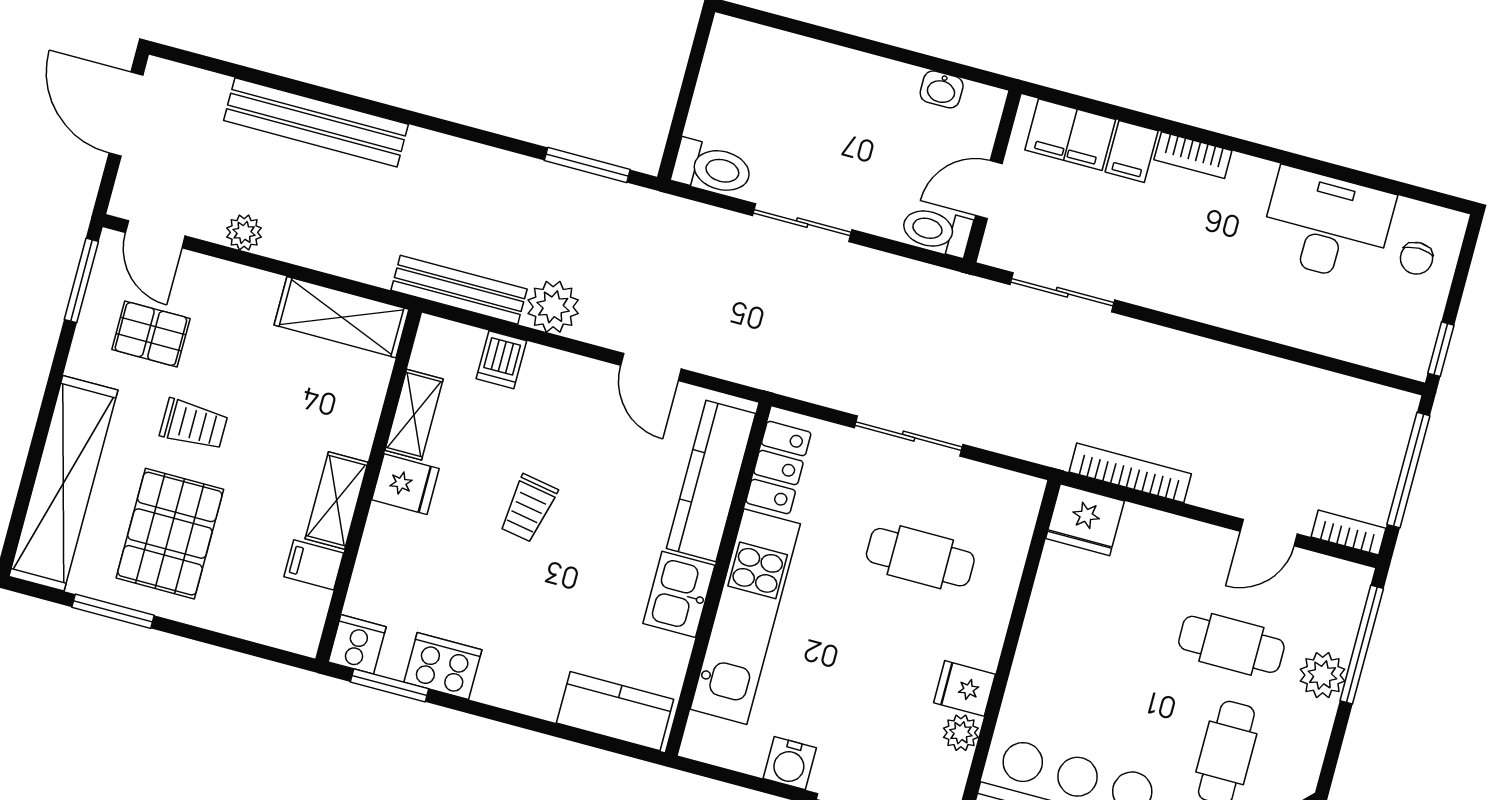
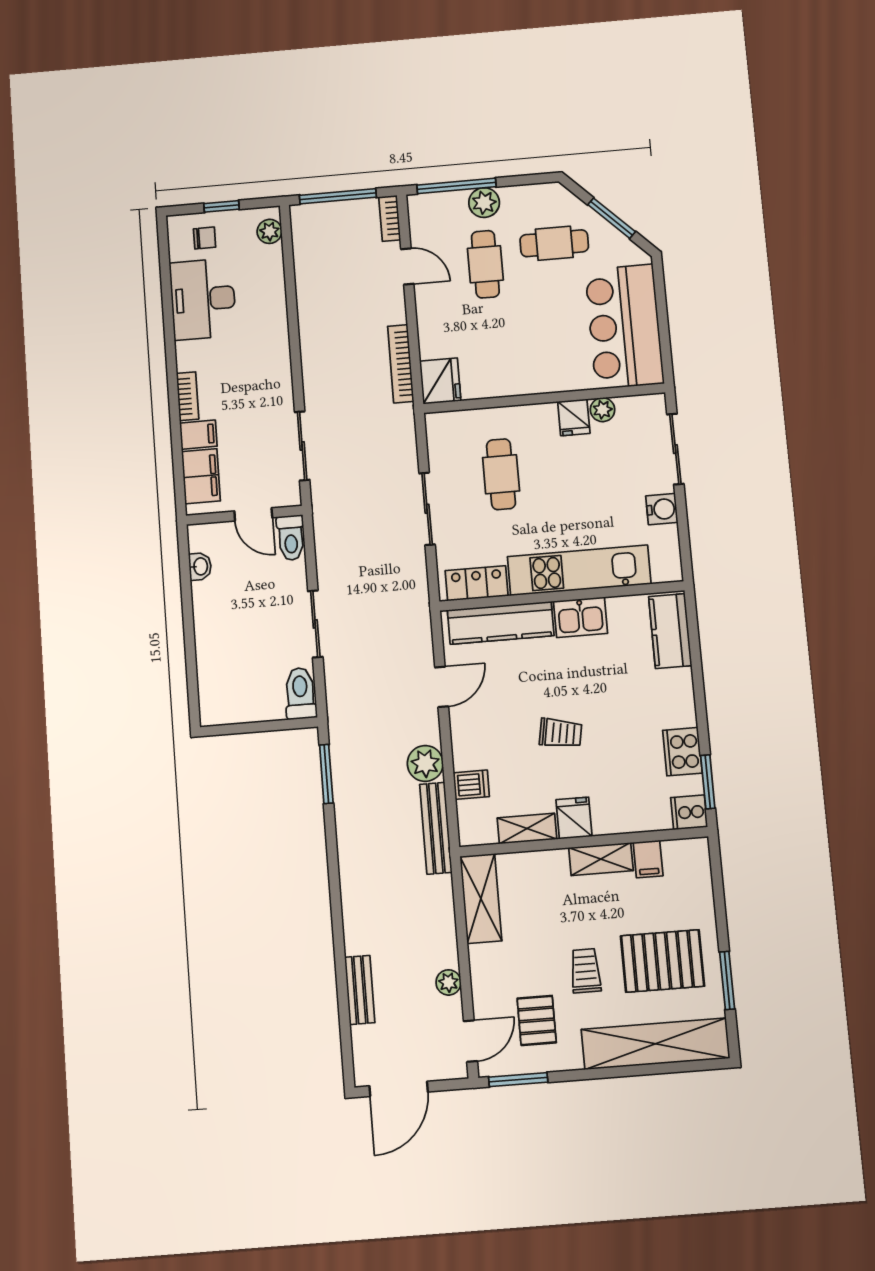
bench: (316, 122) -> (360, 990), width x0.54, depth x0.82
window: (1441, 349) -> (221, 206), moved
plant: (1392, 354) -> (269, 231), added

